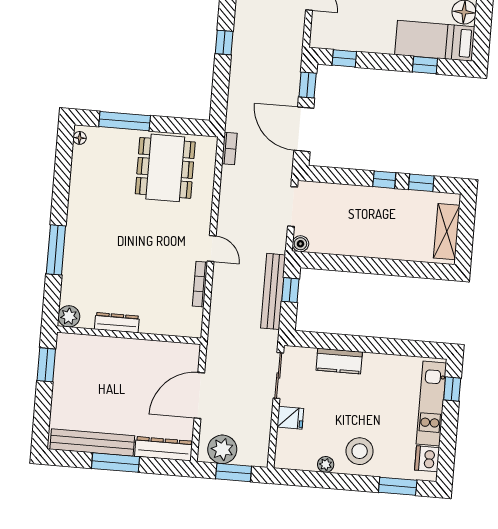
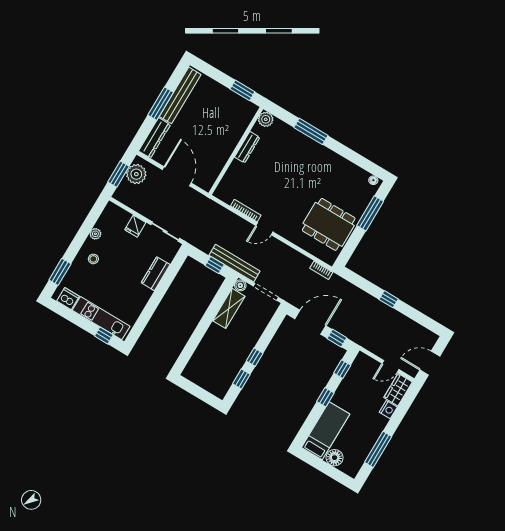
window: (425, 65) -> (325, 397), moved
shelving: (447, 232) -> (229, 308), moved, turned 90
bench: (273, 291) -> (235, 263), moved
stool: (360, 451) -> (93, 259), width x0.53, depth x0.53

